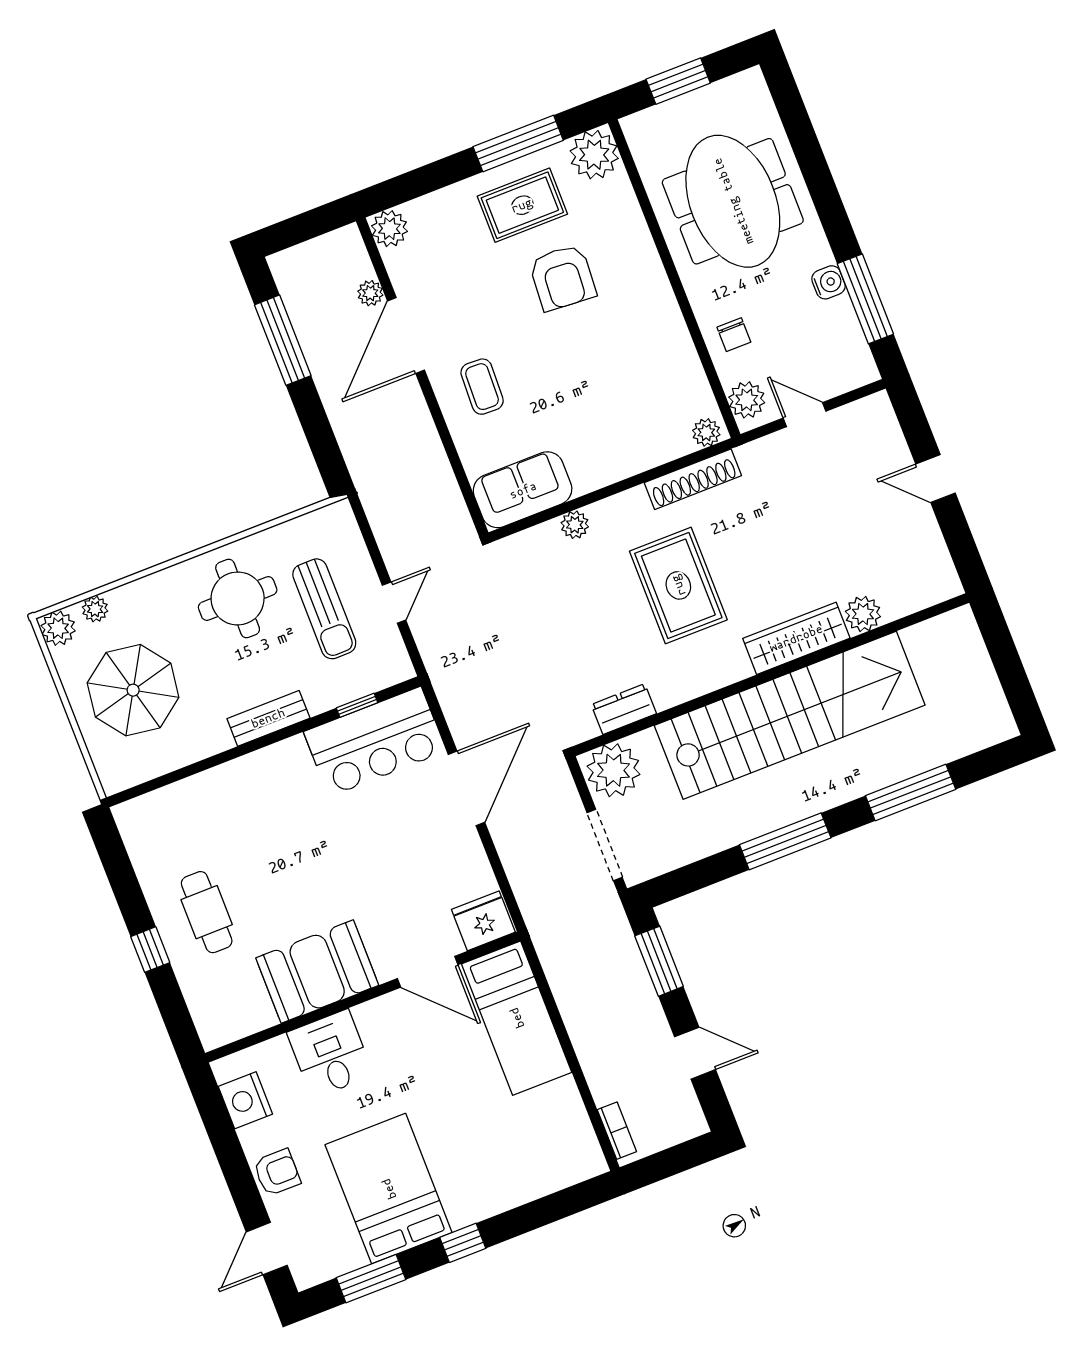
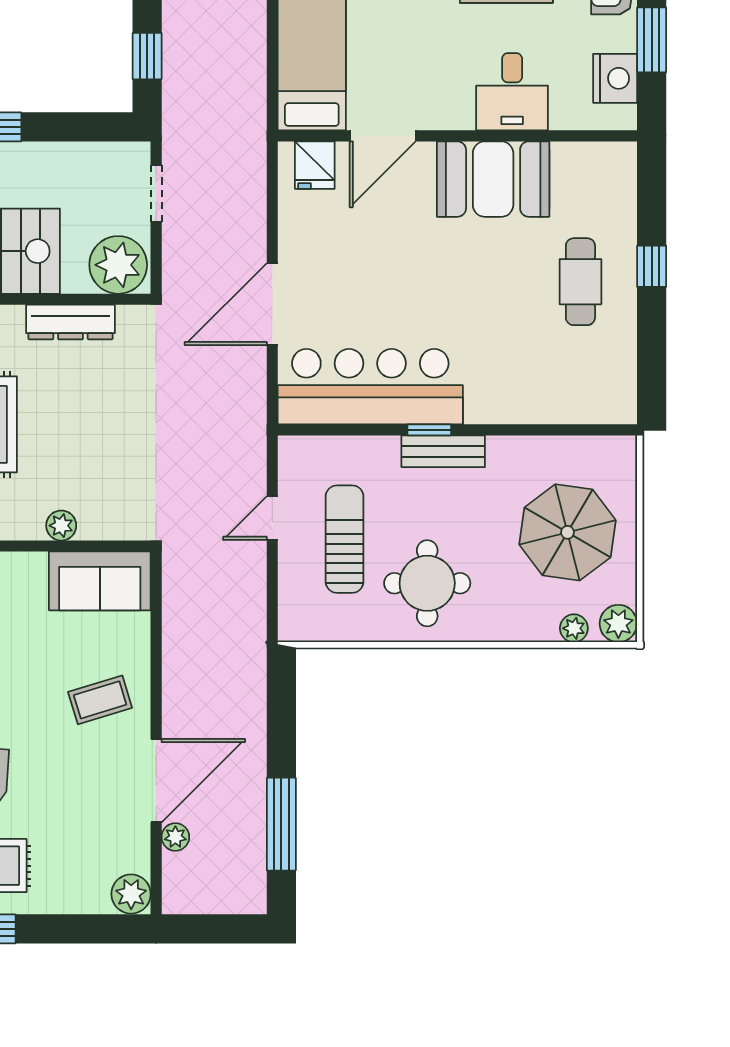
coffee table: (482, 387) -> (100, 700), turned 71
window: (357, 705) -> (429, 430), moved
dresser: (624, 709) -> (70, 322), width x1.44
bar counter: (375, 741) -> (370, 387), width x1.36
doorway: (605, 845) -> (156, 194), width x0.73
fridge: (483, 921) -> (315, 165), width x0.72
window: (659, 961) -> (147, 56), width x0.67
door: (428, 972) -> (383, 136), swing flipped
window: (227, 1146) -> (652, 40), added

